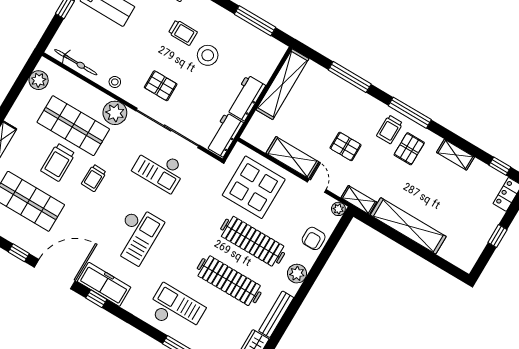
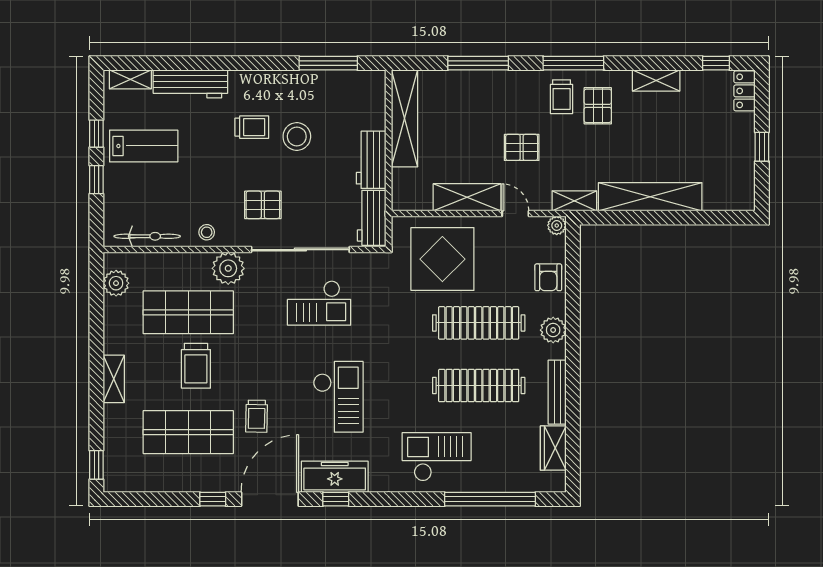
trolley: (94, 178) -> (257, 416), moved

